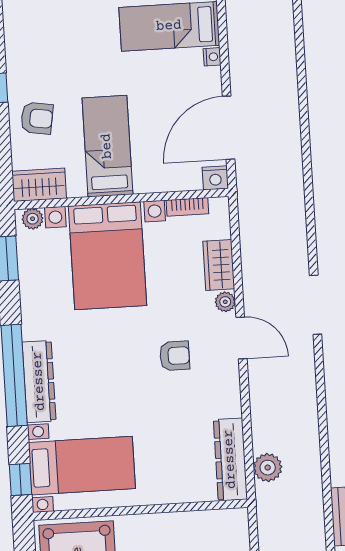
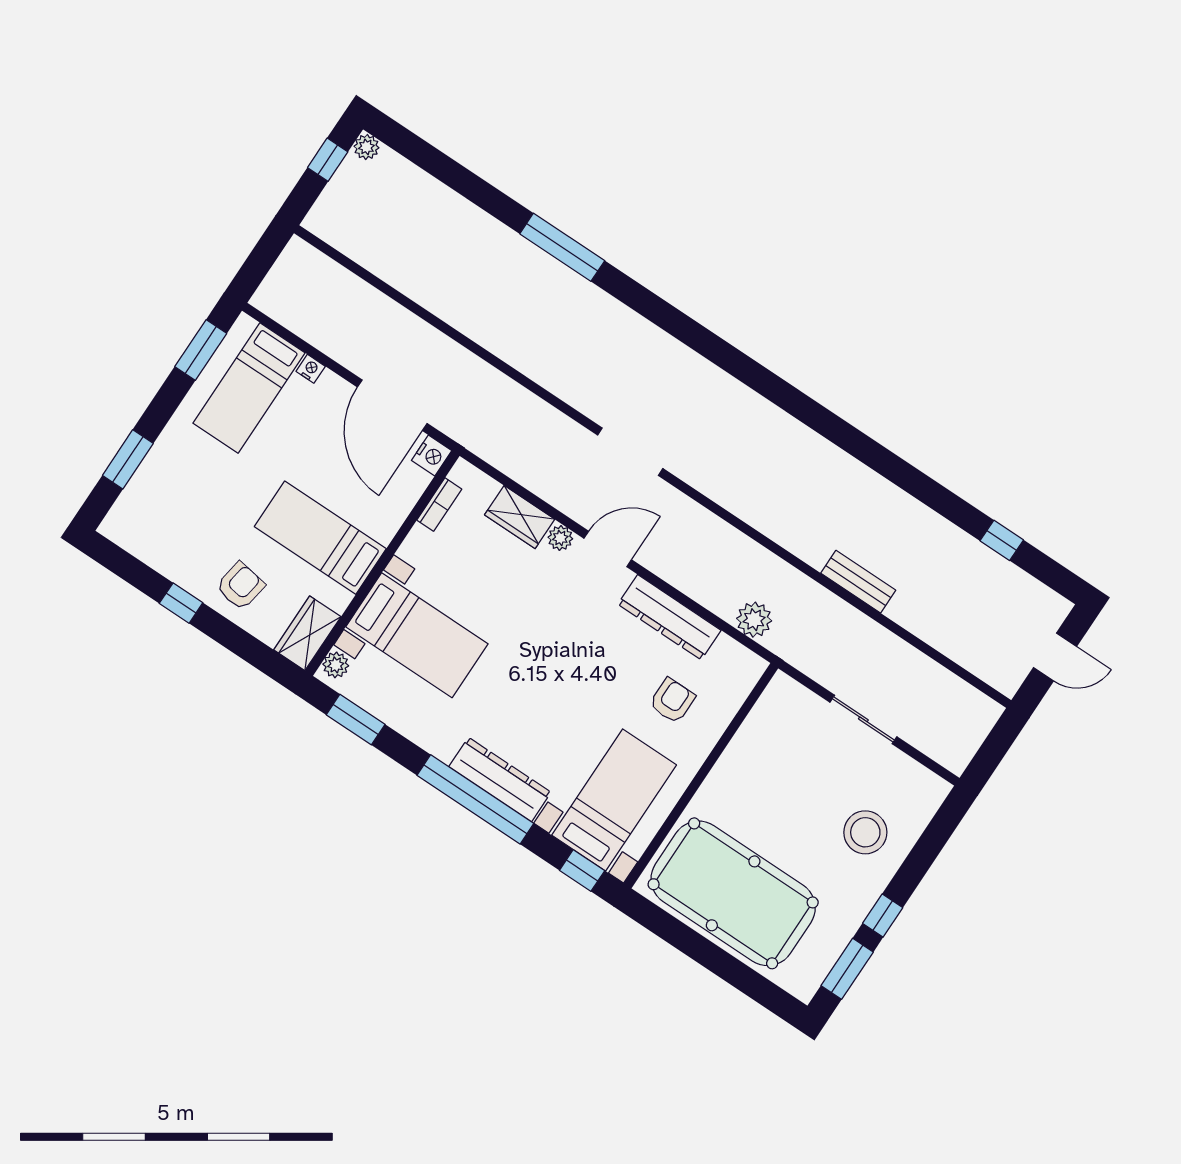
bed with nightstands: (108, 256) -> (417, 635), width x0.73
armchair: (175, 356) -> (672, 701), moved
dresser: (230, 459) -> (669, 617), moved

